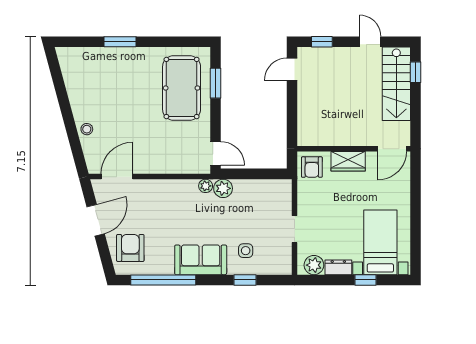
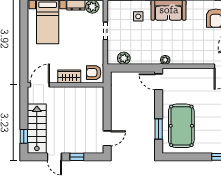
window: (322, 42) -> (77, 157), moved
armchair: (312, 167) -> (94, 73), turned -90
plant: (223, 188) -> (124, 58), moved

